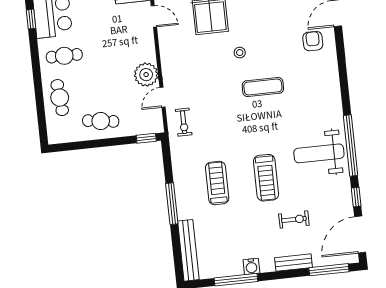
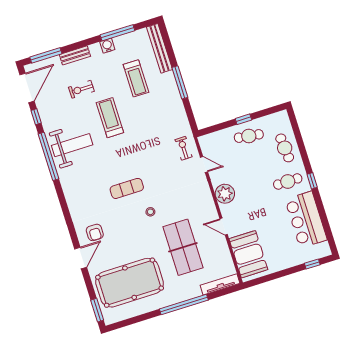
window: (31, 19) -> (312, 181), moved
plant: (146, 75) -> (225, 194), moved
door: (162, 97) -> (204, 164), hinge flipped
window: (146, 138) -> (243, 119), moved
treadmill: (217, 183) -> (136, 78), moved

